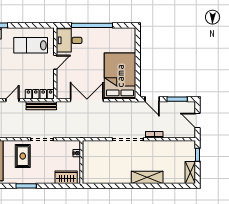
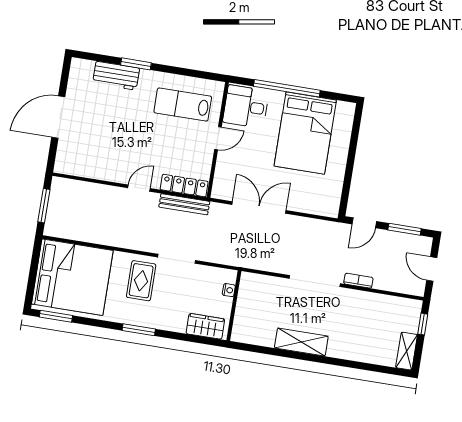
bed: (120, 76) -> (305, 133), moved, turned 180
door: (152, 99) -> (364, 223), hinge flipped
shelving: (147, 177) -> (301, 342), moved

